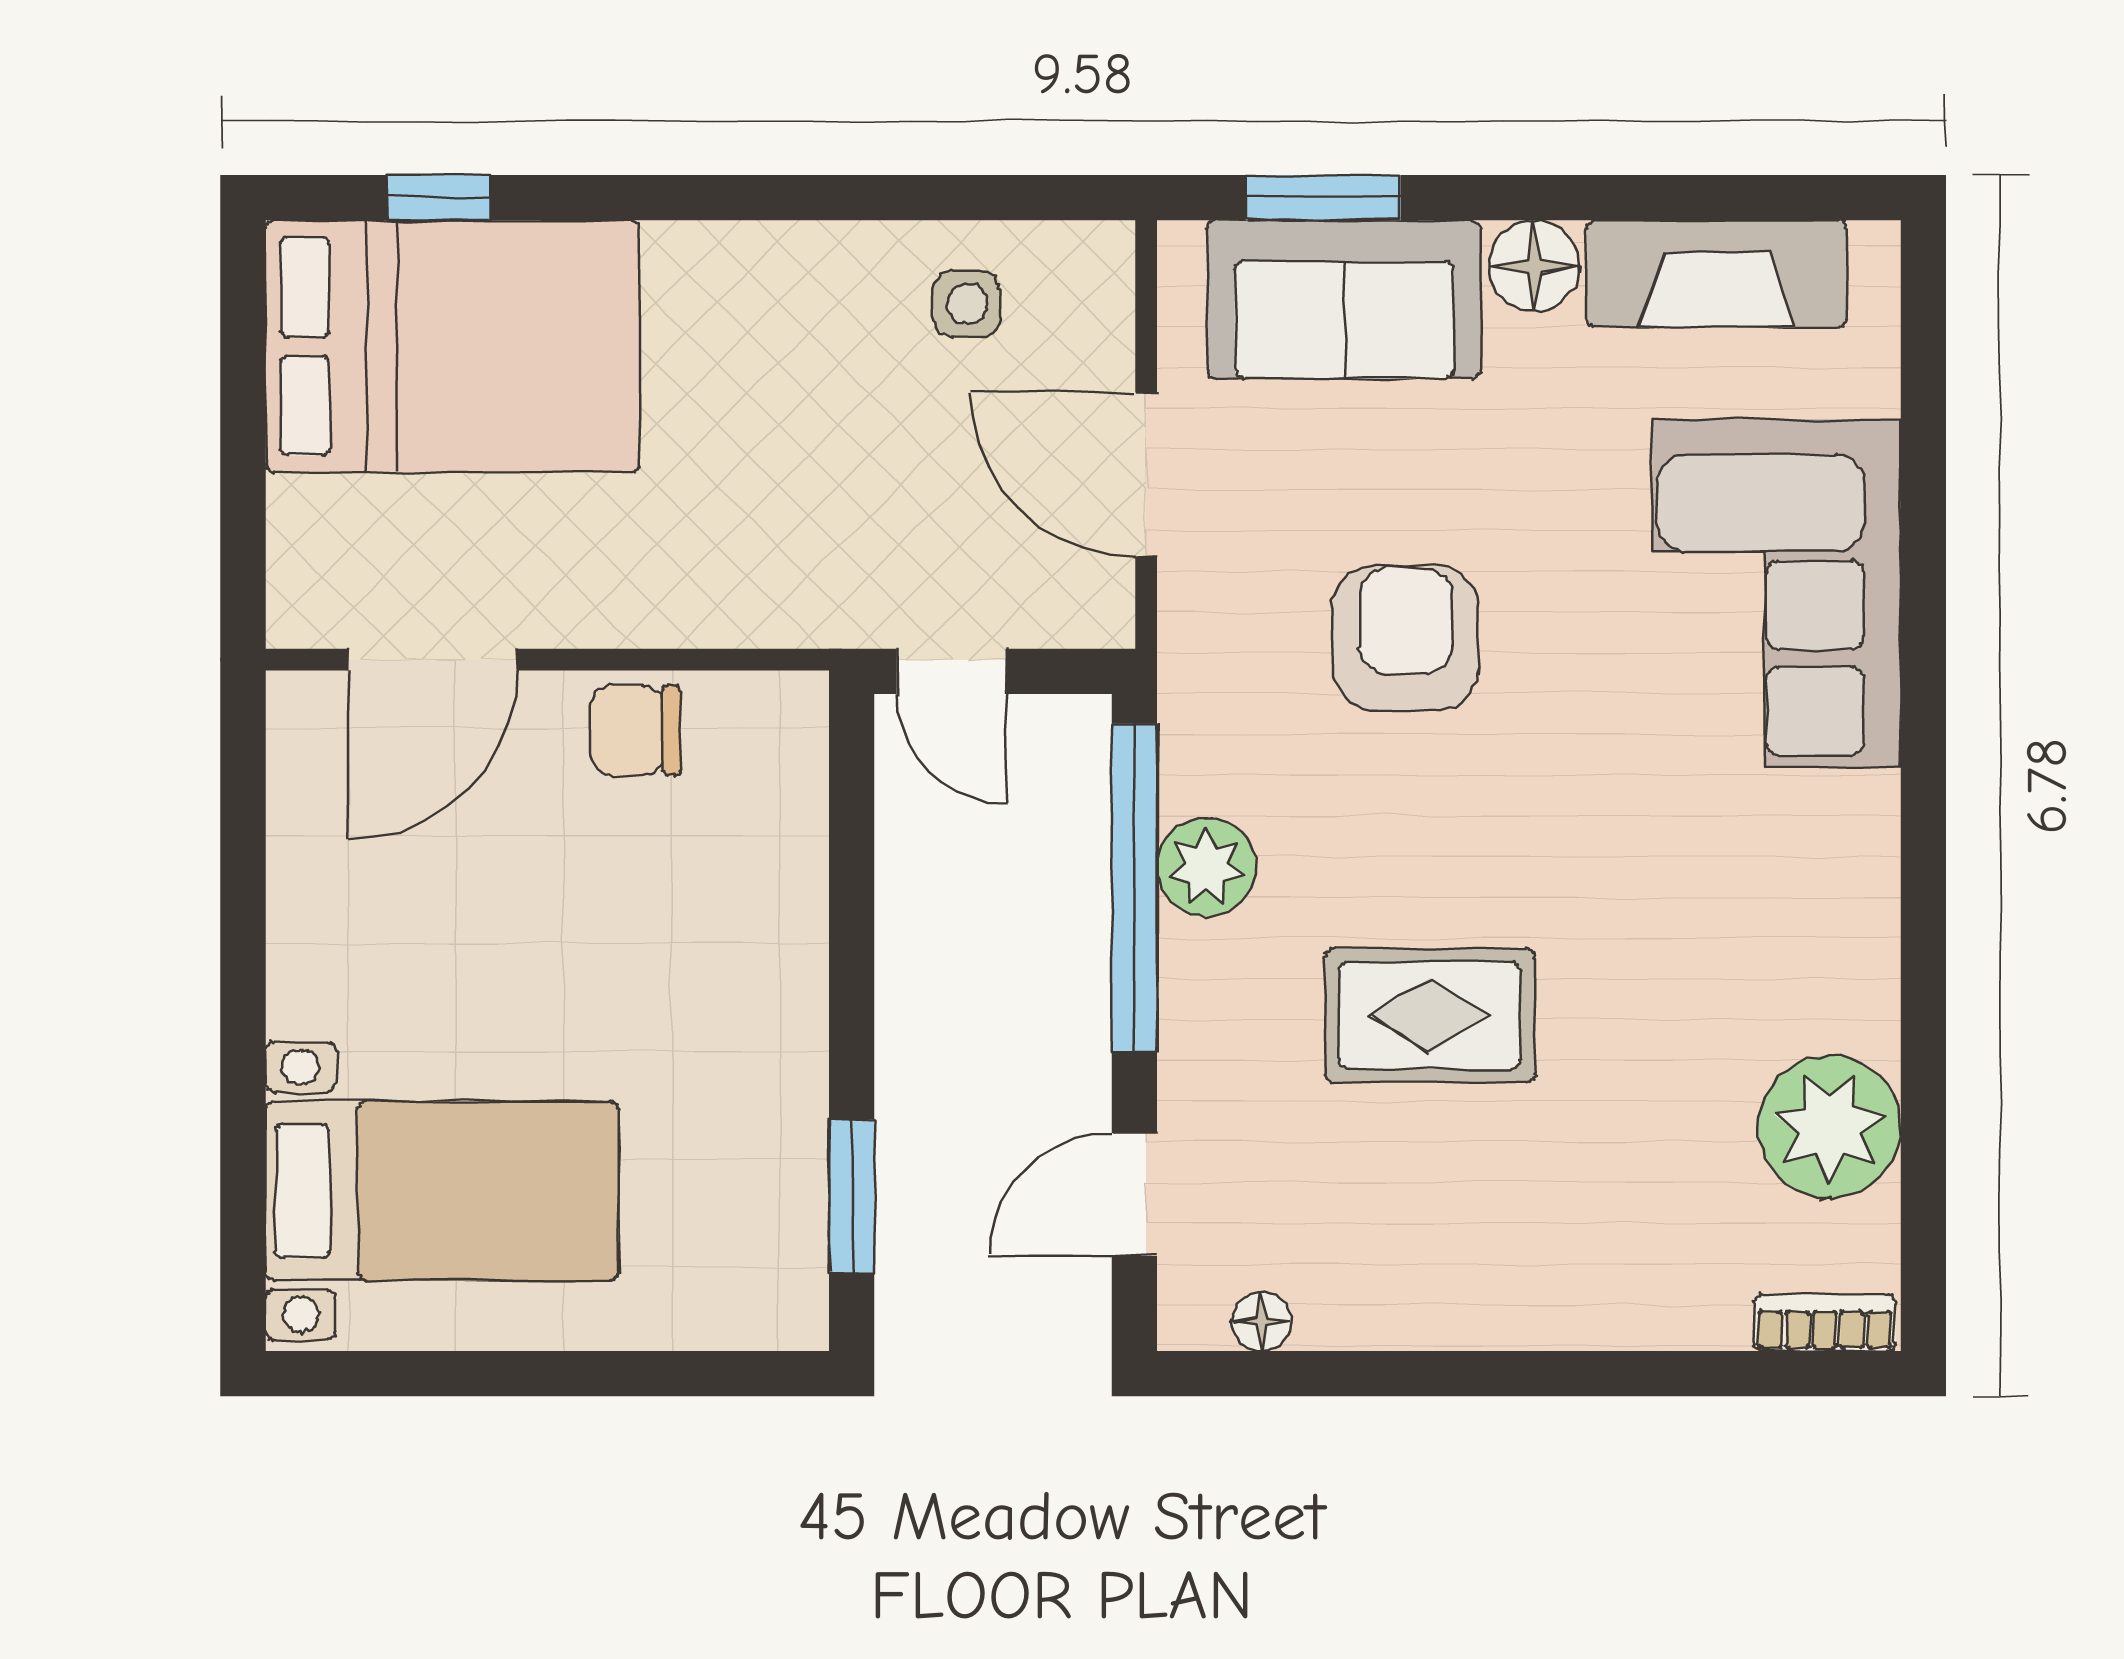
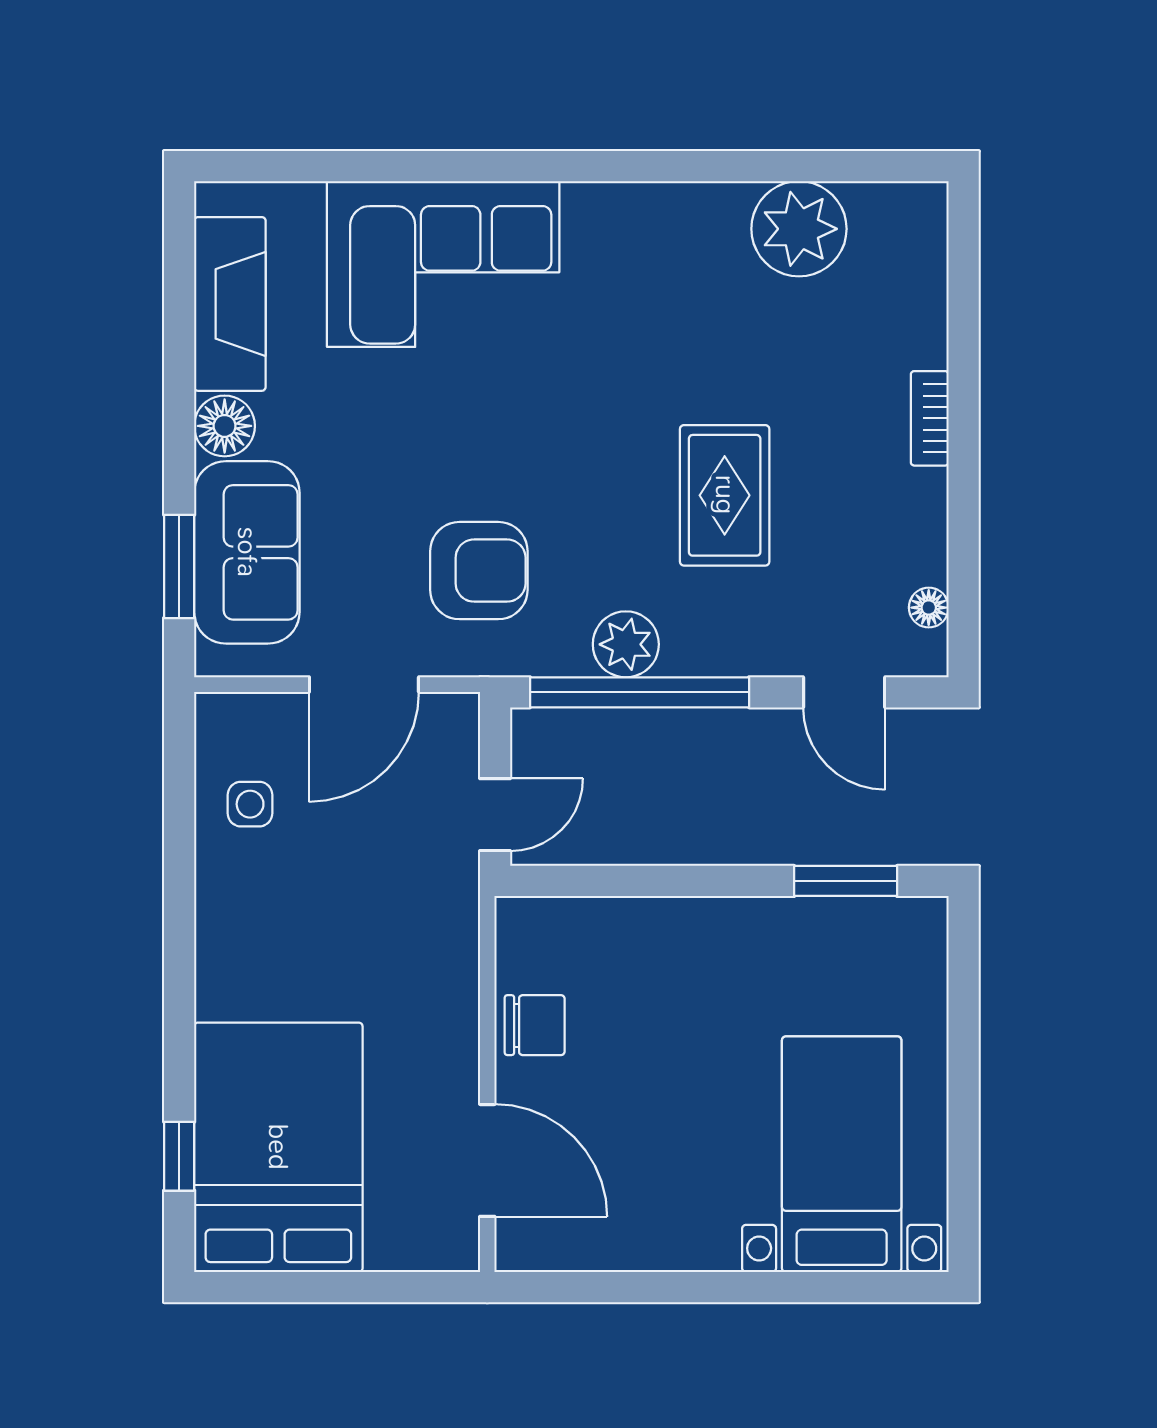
armchair: (1406, 638) -> (479, 571), moved, turned 180
chair: (636, 731) -> (535, 1025), turned -90
bookcase: (1825, 1323) -> (930, 418), moved

